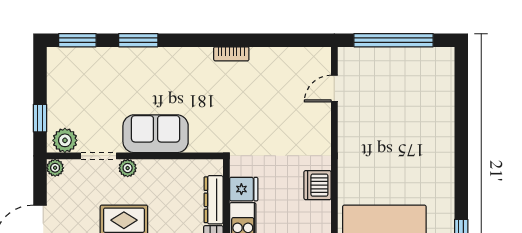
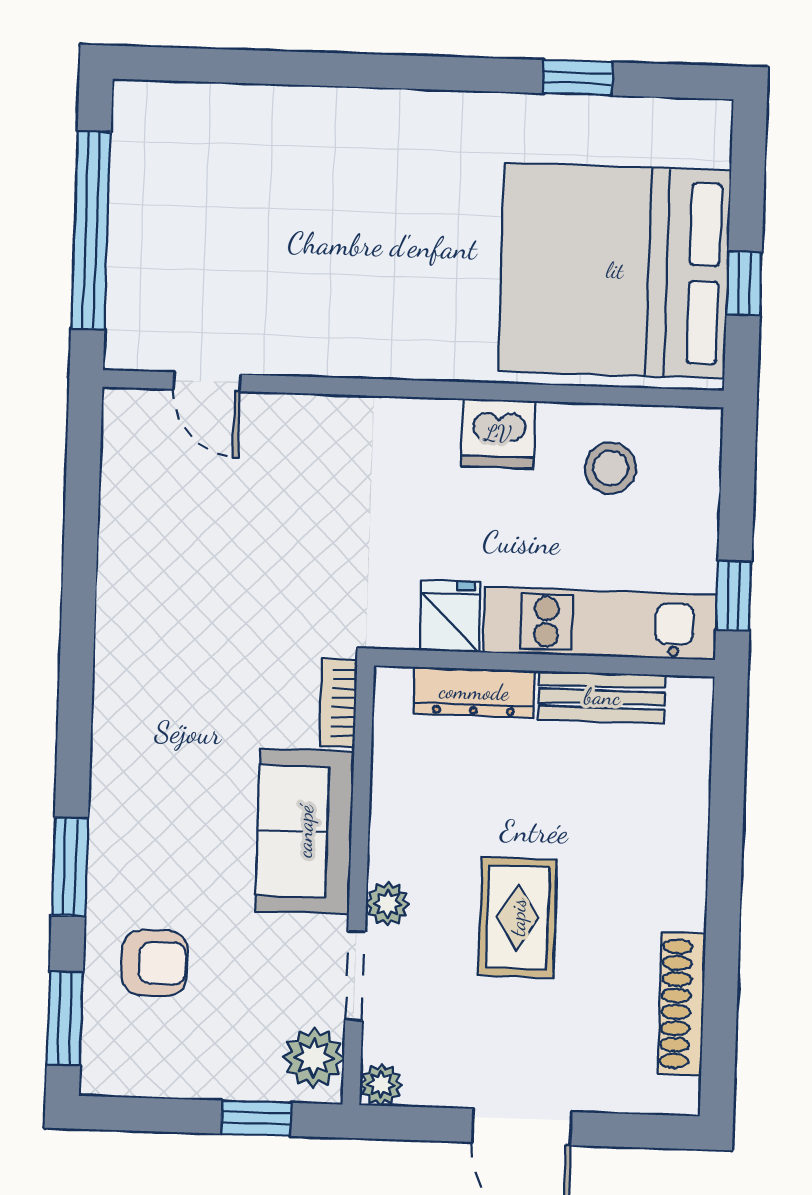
bookcase: (231, 54) -> (338, 703), moved, turned 180
armchair: (101, 75) -> (155, 963), added
dishwasher: (317, 185) -> (498, 434), moved

